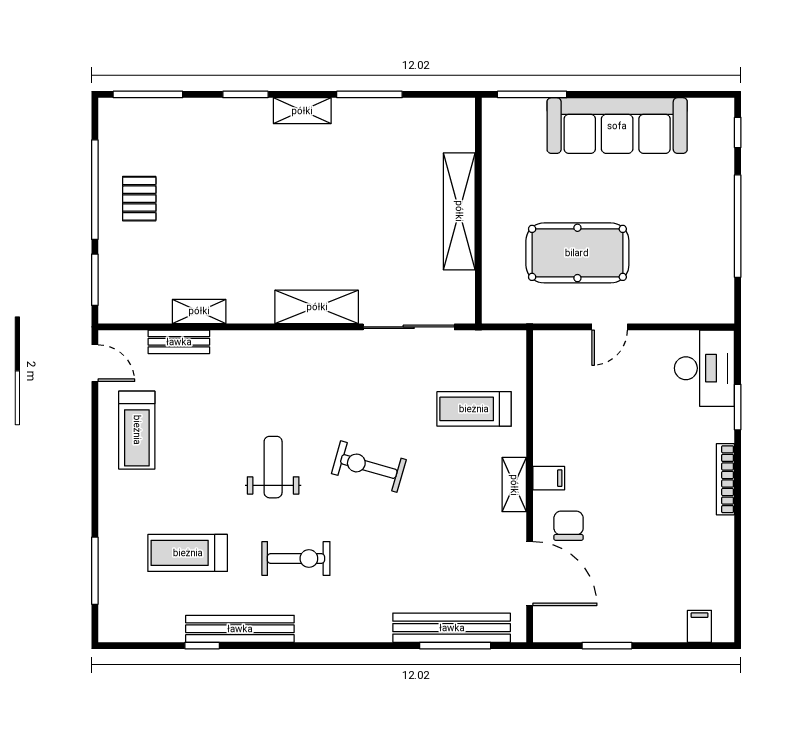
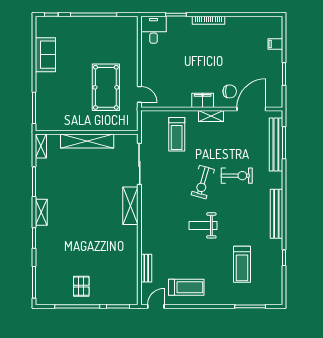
sofa: (617, 126) -> (45, 55), width x0.54, depth x0.79
pallet: (139, 199) -> (81, 286), turned 90
shelving: (199, 311) -> (41, 146), moved
door: (610, 327) -> (139, 94), moved
desk: (704, 368) -> (153, 30), width x0.73
filing cabinet: (549, 478) -> (203, 100), width x2.00
chair: (569, 526) -> (230, 91), turned 180
exercise bike: (296, 559) -> (237, 176), moved, turned 90
filing cabinet: (699, 626) -> (275, 44), moved
bench: (240, 629) -> (276, 214), moved

